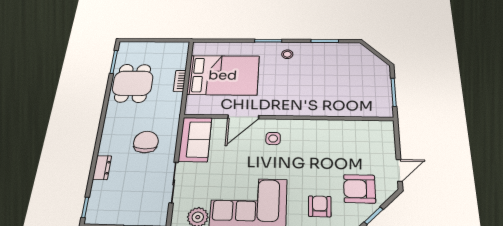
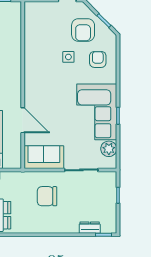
side table: (273, 139) -> (68, 57), moved
dresser: (102, 168) -> (90, 228), moved
armchair: (320, 206) -> (98, 59), turned 90

